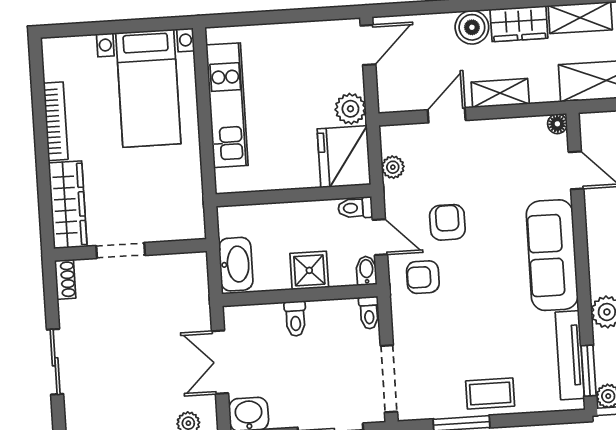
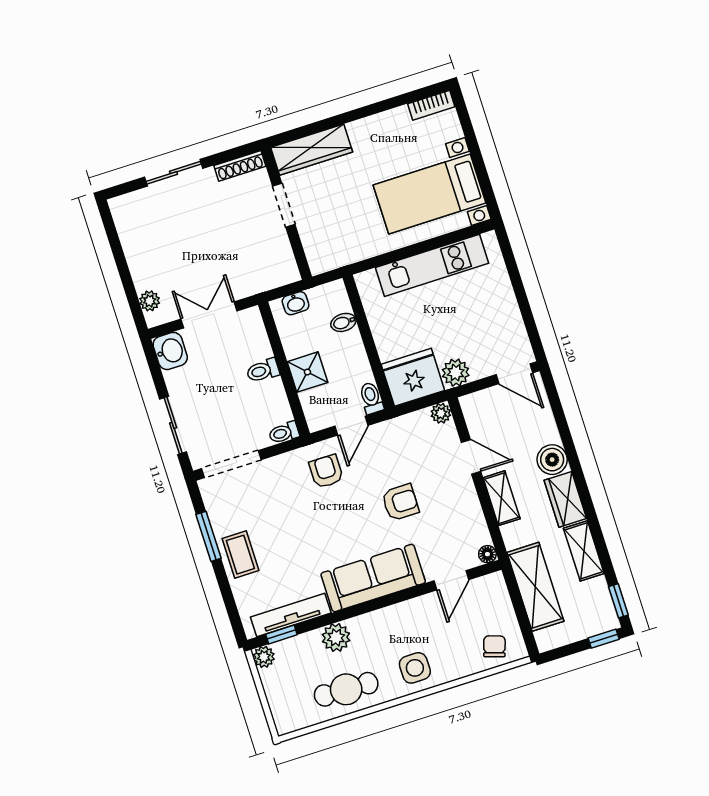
bookcase: (56, 121) -> (431, 105), moved, width x0.64
plant: (393, 167) -> (441, 413), moved
armchair: (447, 222) -> (400, 502), moved
washbasin: (236, 264) -> (296, 303), width x0.52, depth x0.69
bidet: (366, 271) -> (343, 322), moved, turned 180
shoe rack: (65, 279) -> (240, 166), width x1.43
window: (589, 371) -> (281, 634), width x0.67

